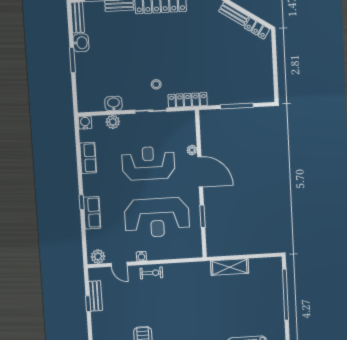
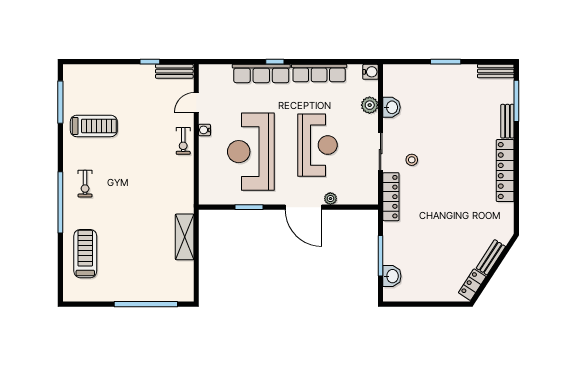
washbasin: (81, 43) -> (392, 276), moved, turned -90
row of seats: (88, 158) -> (319, 73), width x1.48
door: (200, 172) -> (304, 207), hinge flipped
row of seats: (92, 213) -> (261, 73), width x1.48
plant: (98, 256) -> (207, 77), removed
bench: (96, 296) -> (174, 71), moved

